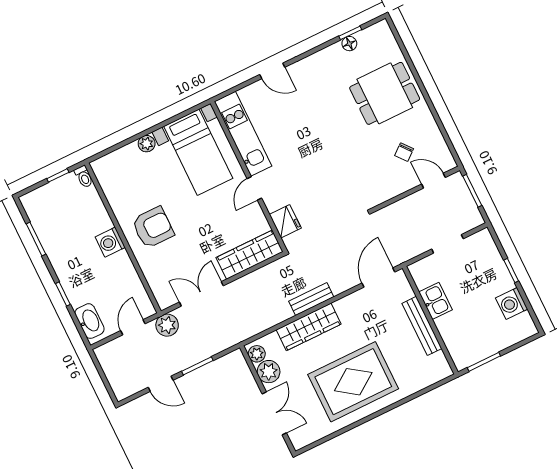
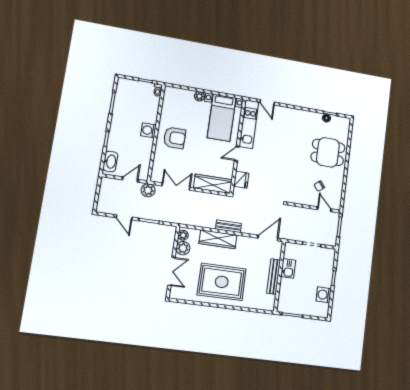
door: (272, 71) -> (267, 102), moved

